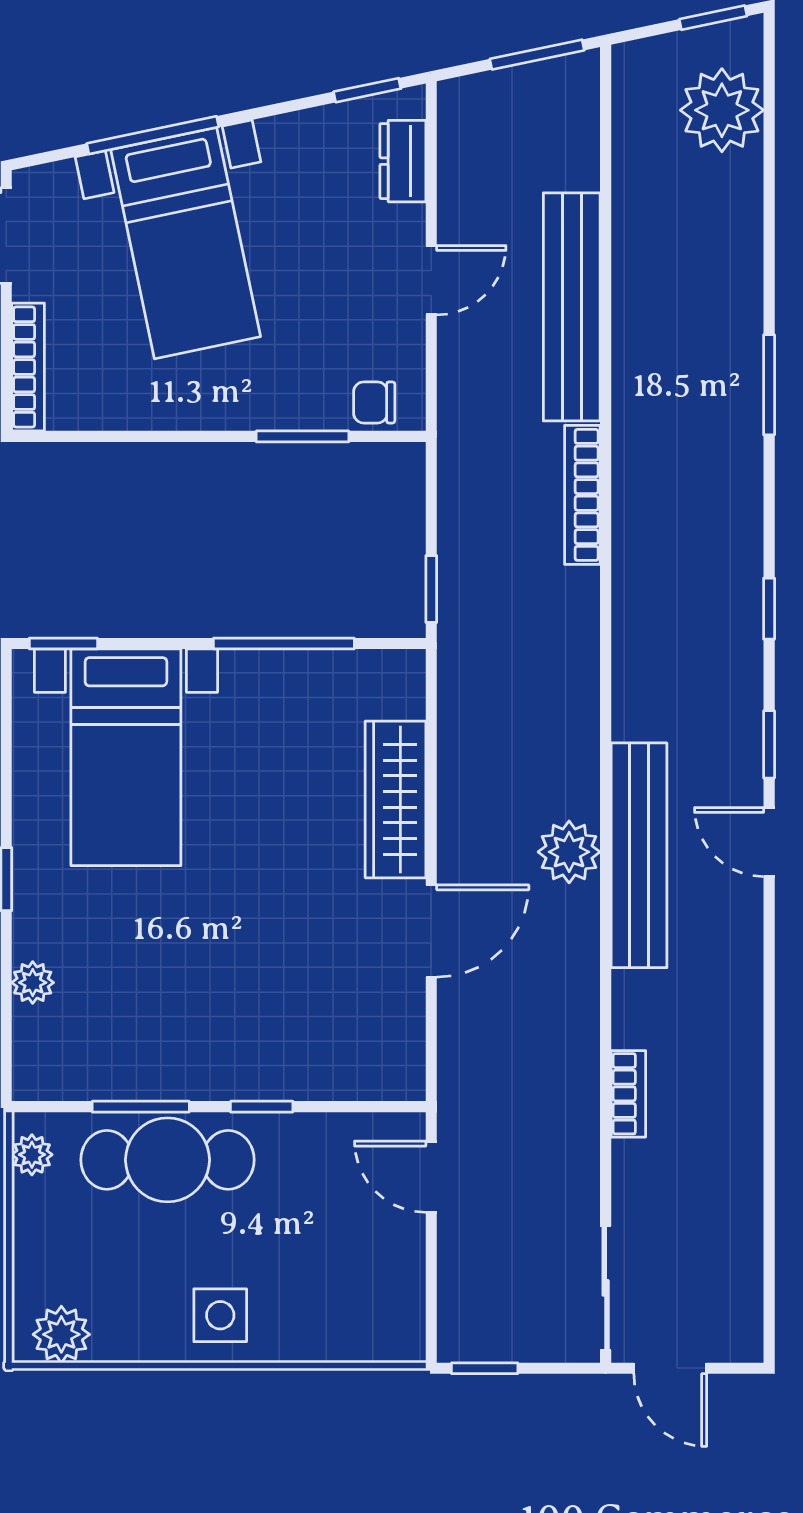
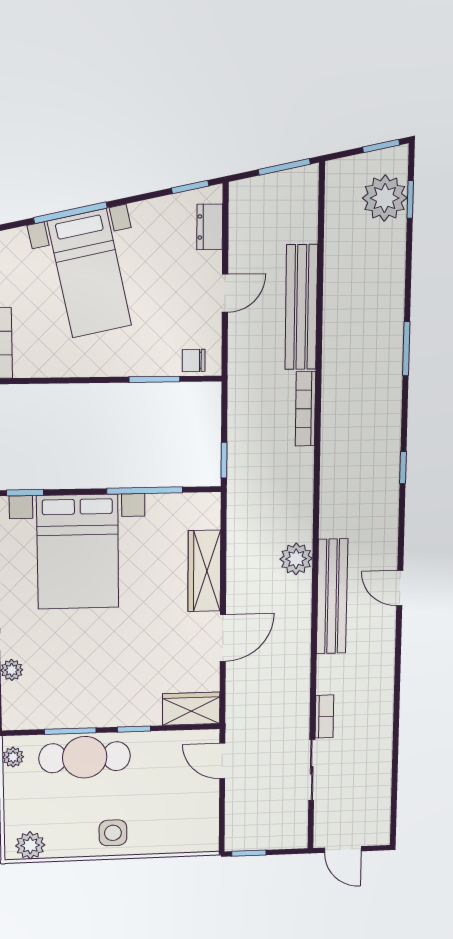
window: (769, 744) -> (410, 199), moved
bed with nightstands: (126, 757) -> (78, 552), width x1.36
plant: (569, 852) -> (296, 559), moved
wardrobe: (371, 1070) -> (191, 709), added
sliding door: (606, 1288) -> (312, 770), moved

